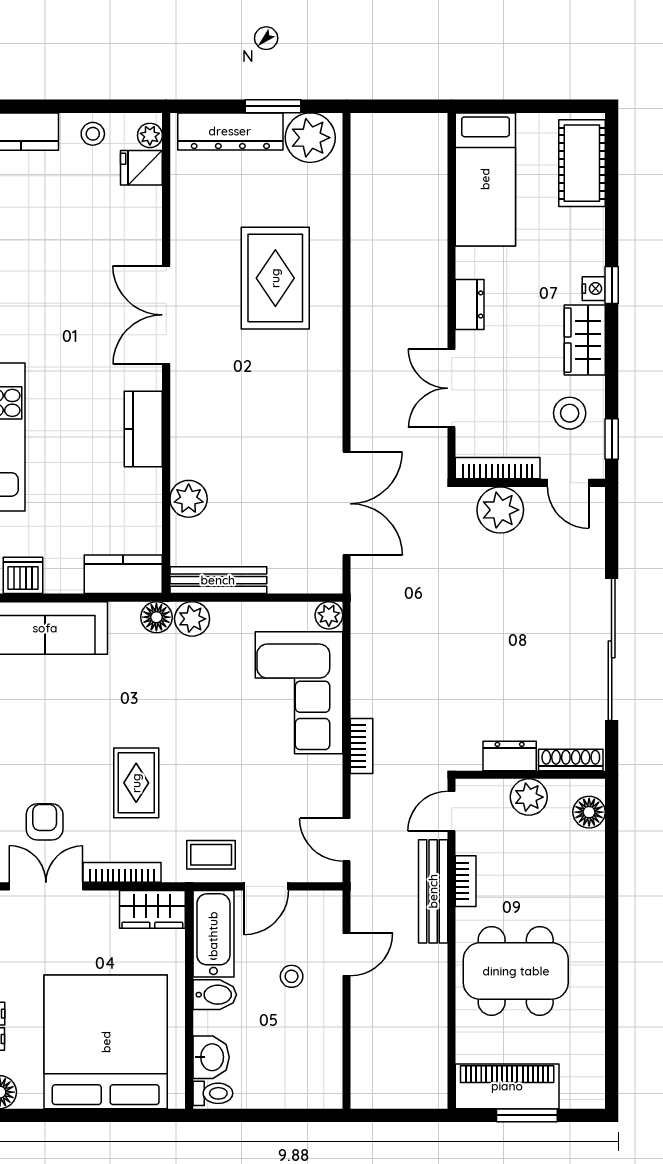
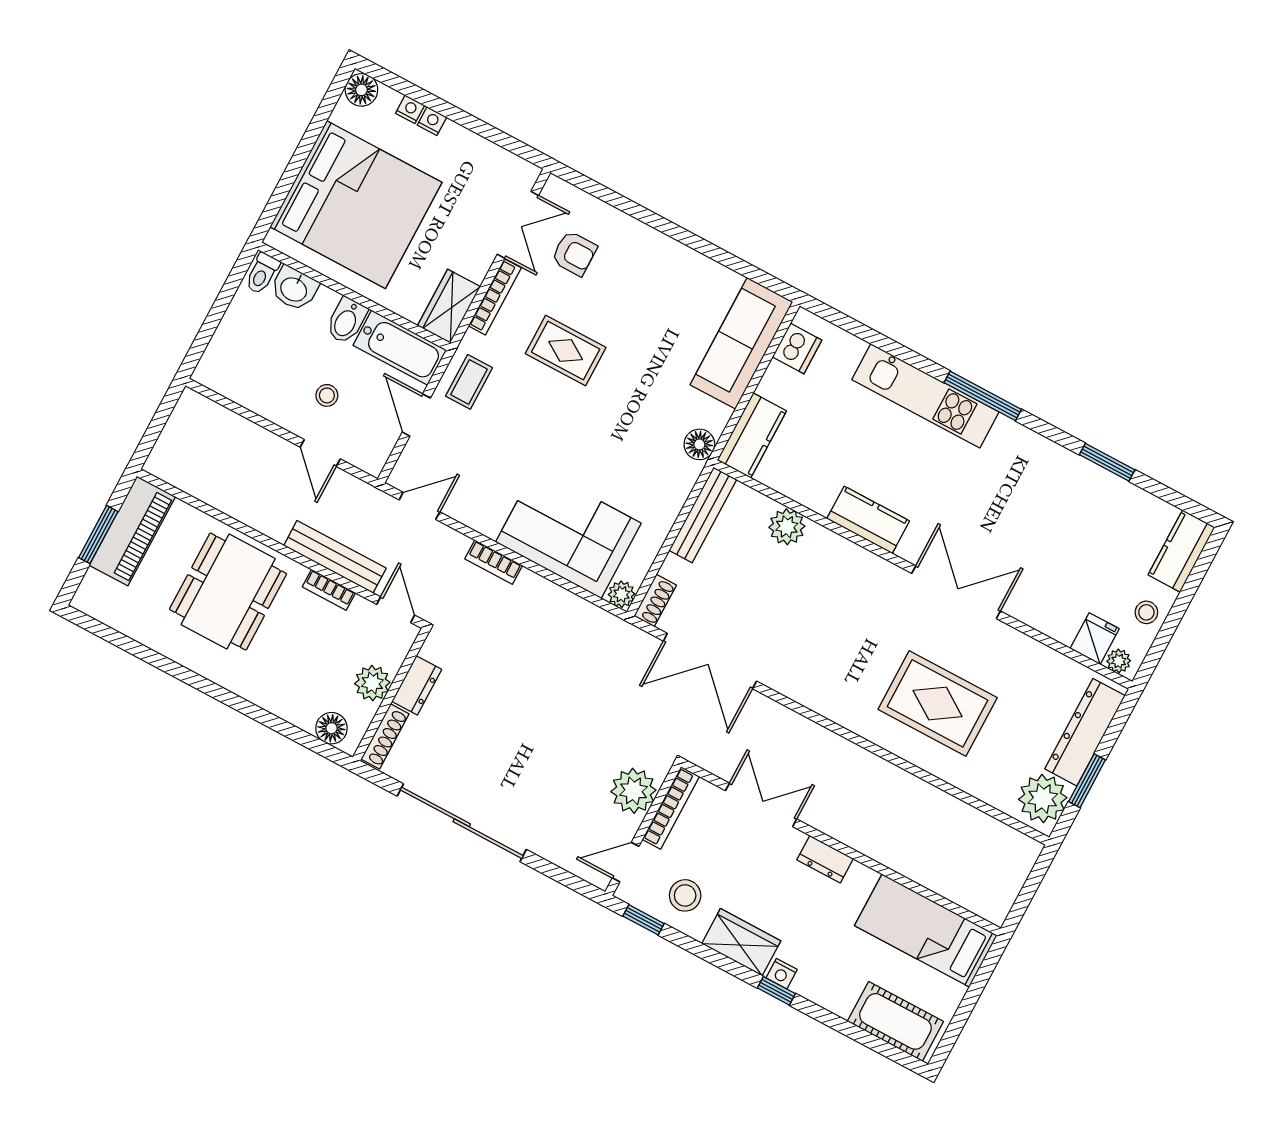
shoe rack: (318, 582) -> (655, 601), added
plant: (192, 619) -> (681, 474), removed

